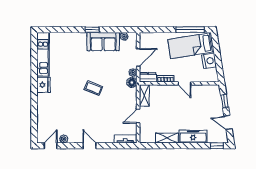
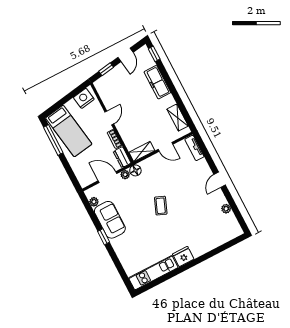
nightstand: (209, 61) -> (84, 98), moved
shelving: (167, 138) -> (178, 118), moved
door: (51, 146) -> (240, 218), removed

